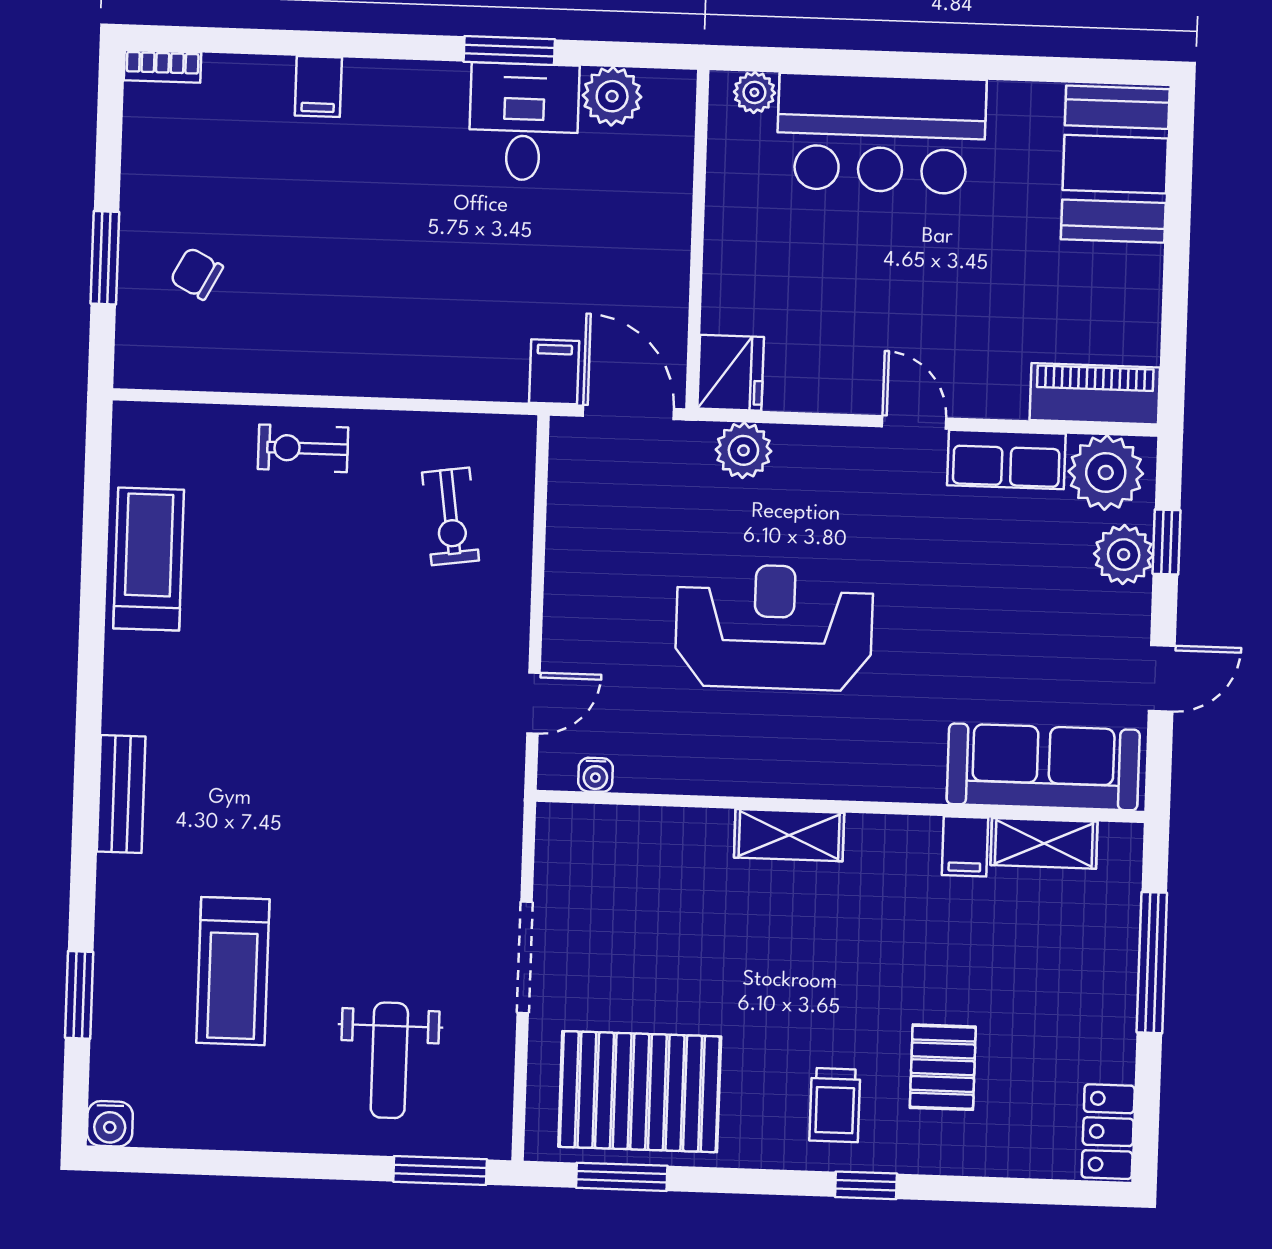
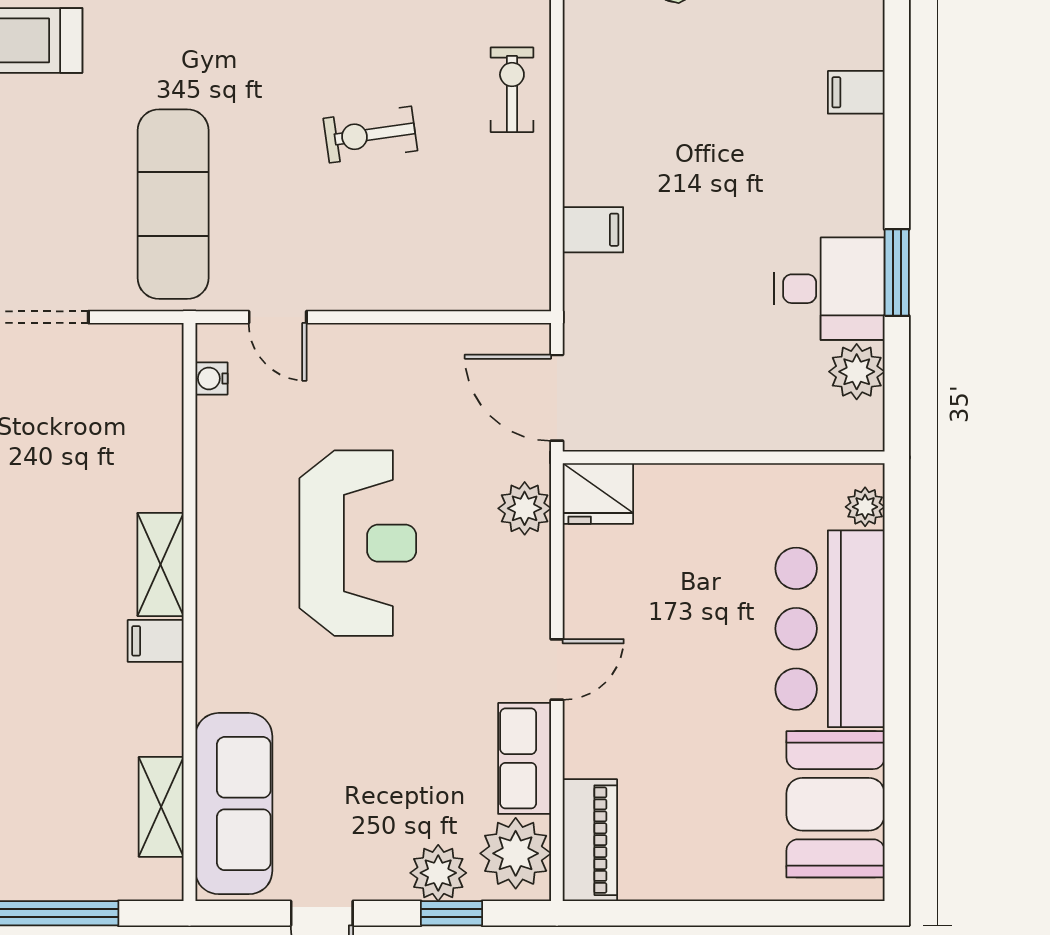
booth: (1115, 164) -> (836, 804), moved, turned 90
filing cabinet: (554, 372) -> (593, 230), moved
door: (628, 412) -> (557, 398), swing flipped
exercise bike: (451, 516) -> (370, 135), moved
exercise mat: (411, 809) -> (173, 204), added
filing cabinet: (965, 846) -> (156, 641), moved

